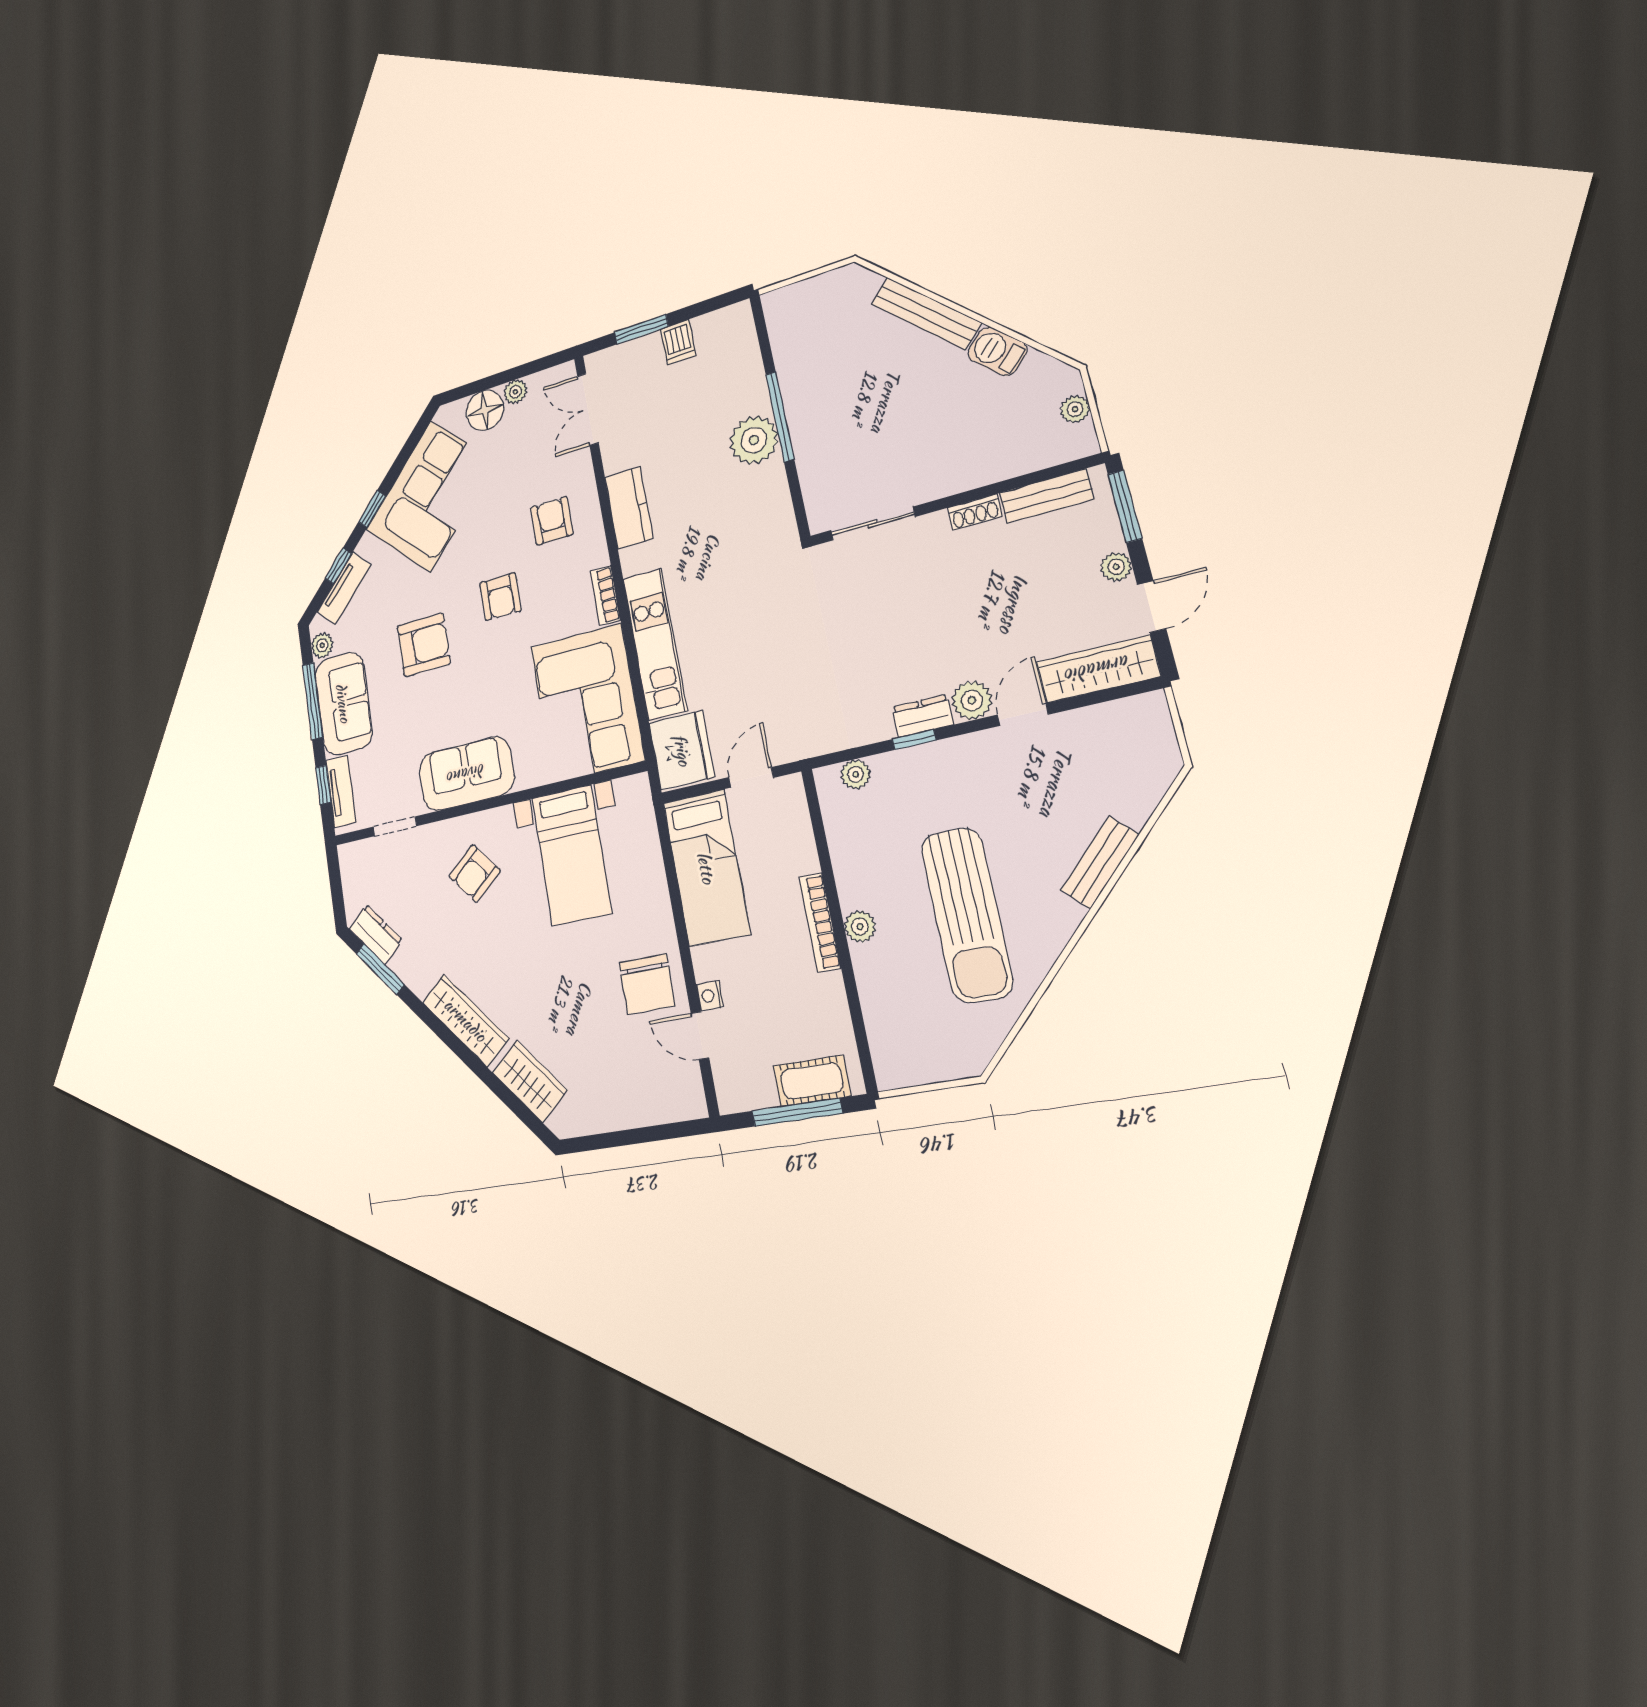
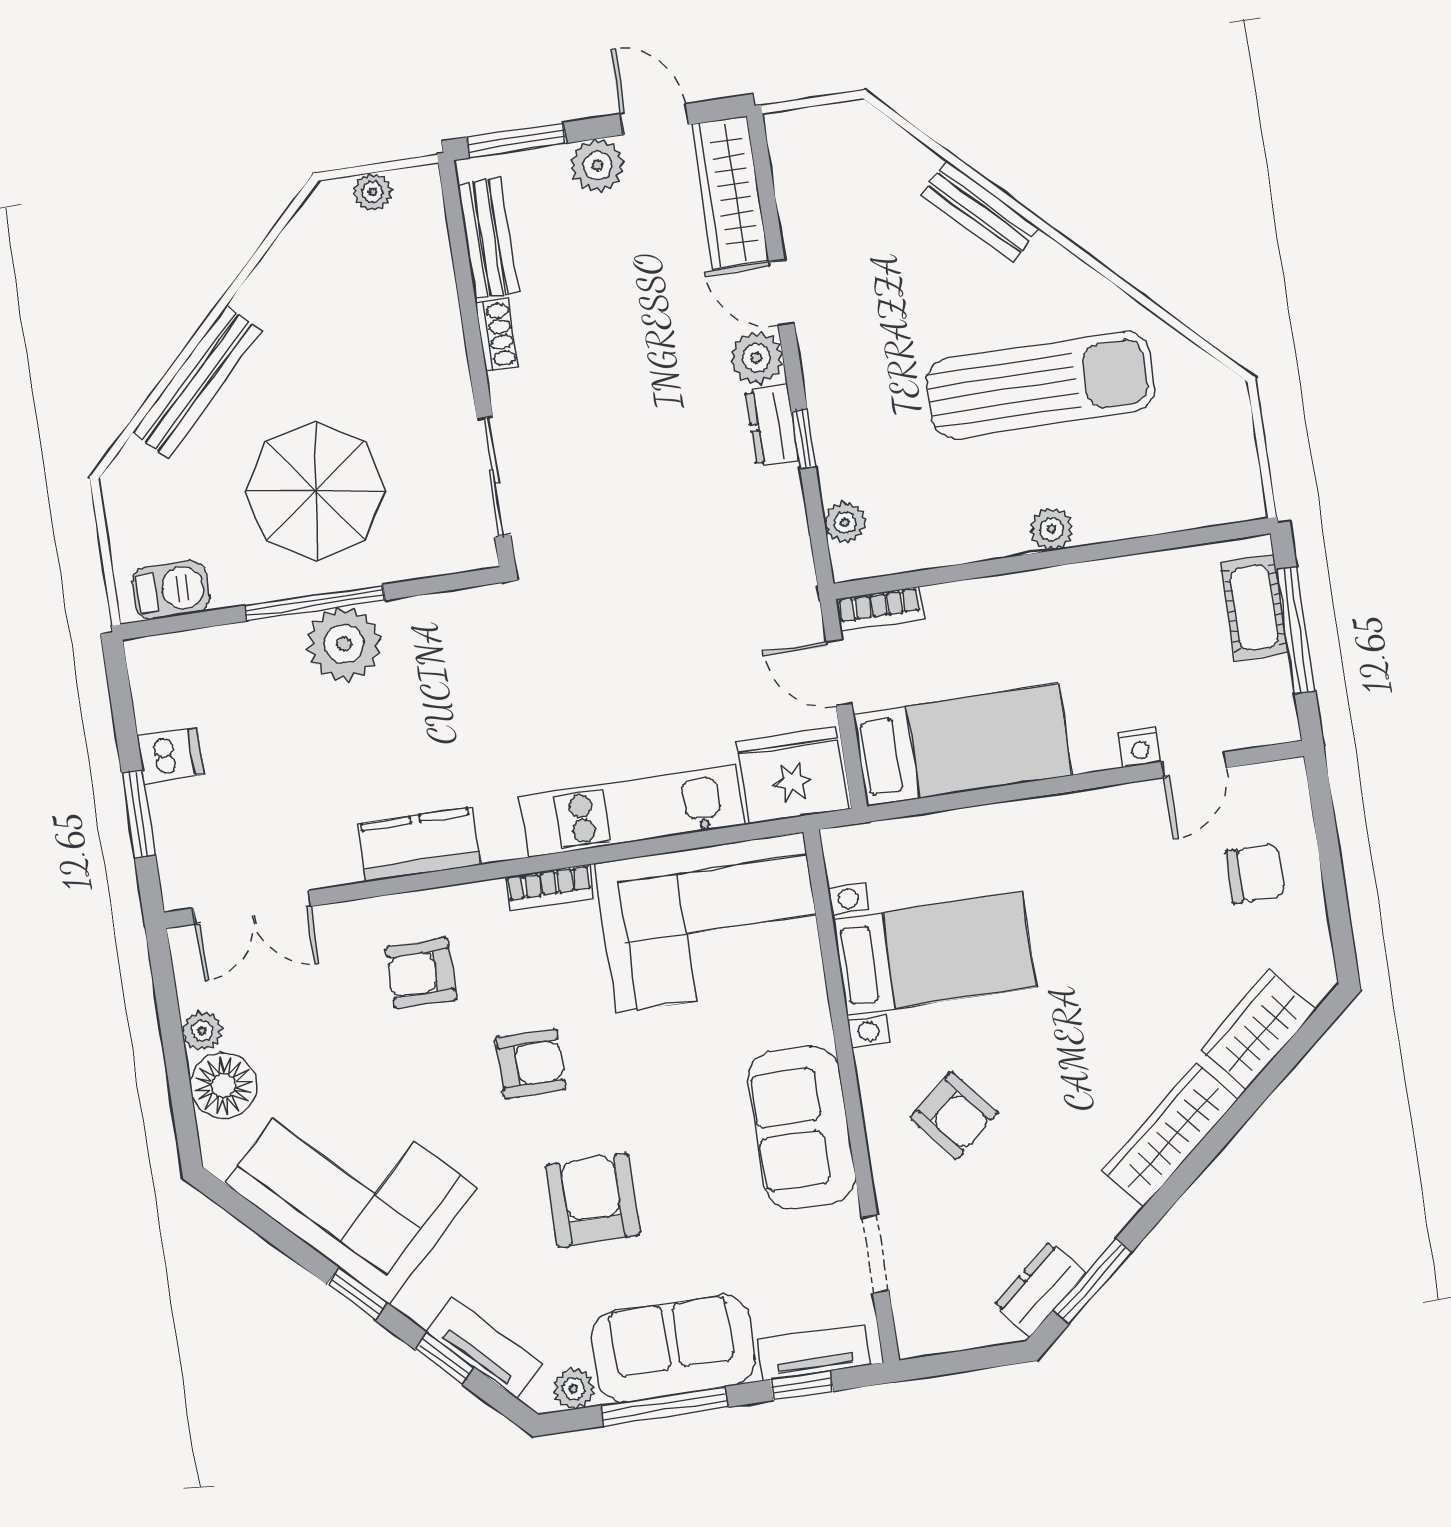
barbecue: (997, 351) -> (171, 590), moved, turned -135
parasol: (855, 405) -> (316, 491), added
plant: (1116, 567) -> (597, 165), width x1.38, depth x1.38
bookcase: (820, 922) -> (879, 609), moved, width x0.64
chair: (647, 984) -> (1255, 873), moved, width x0.73, depth x0.73

